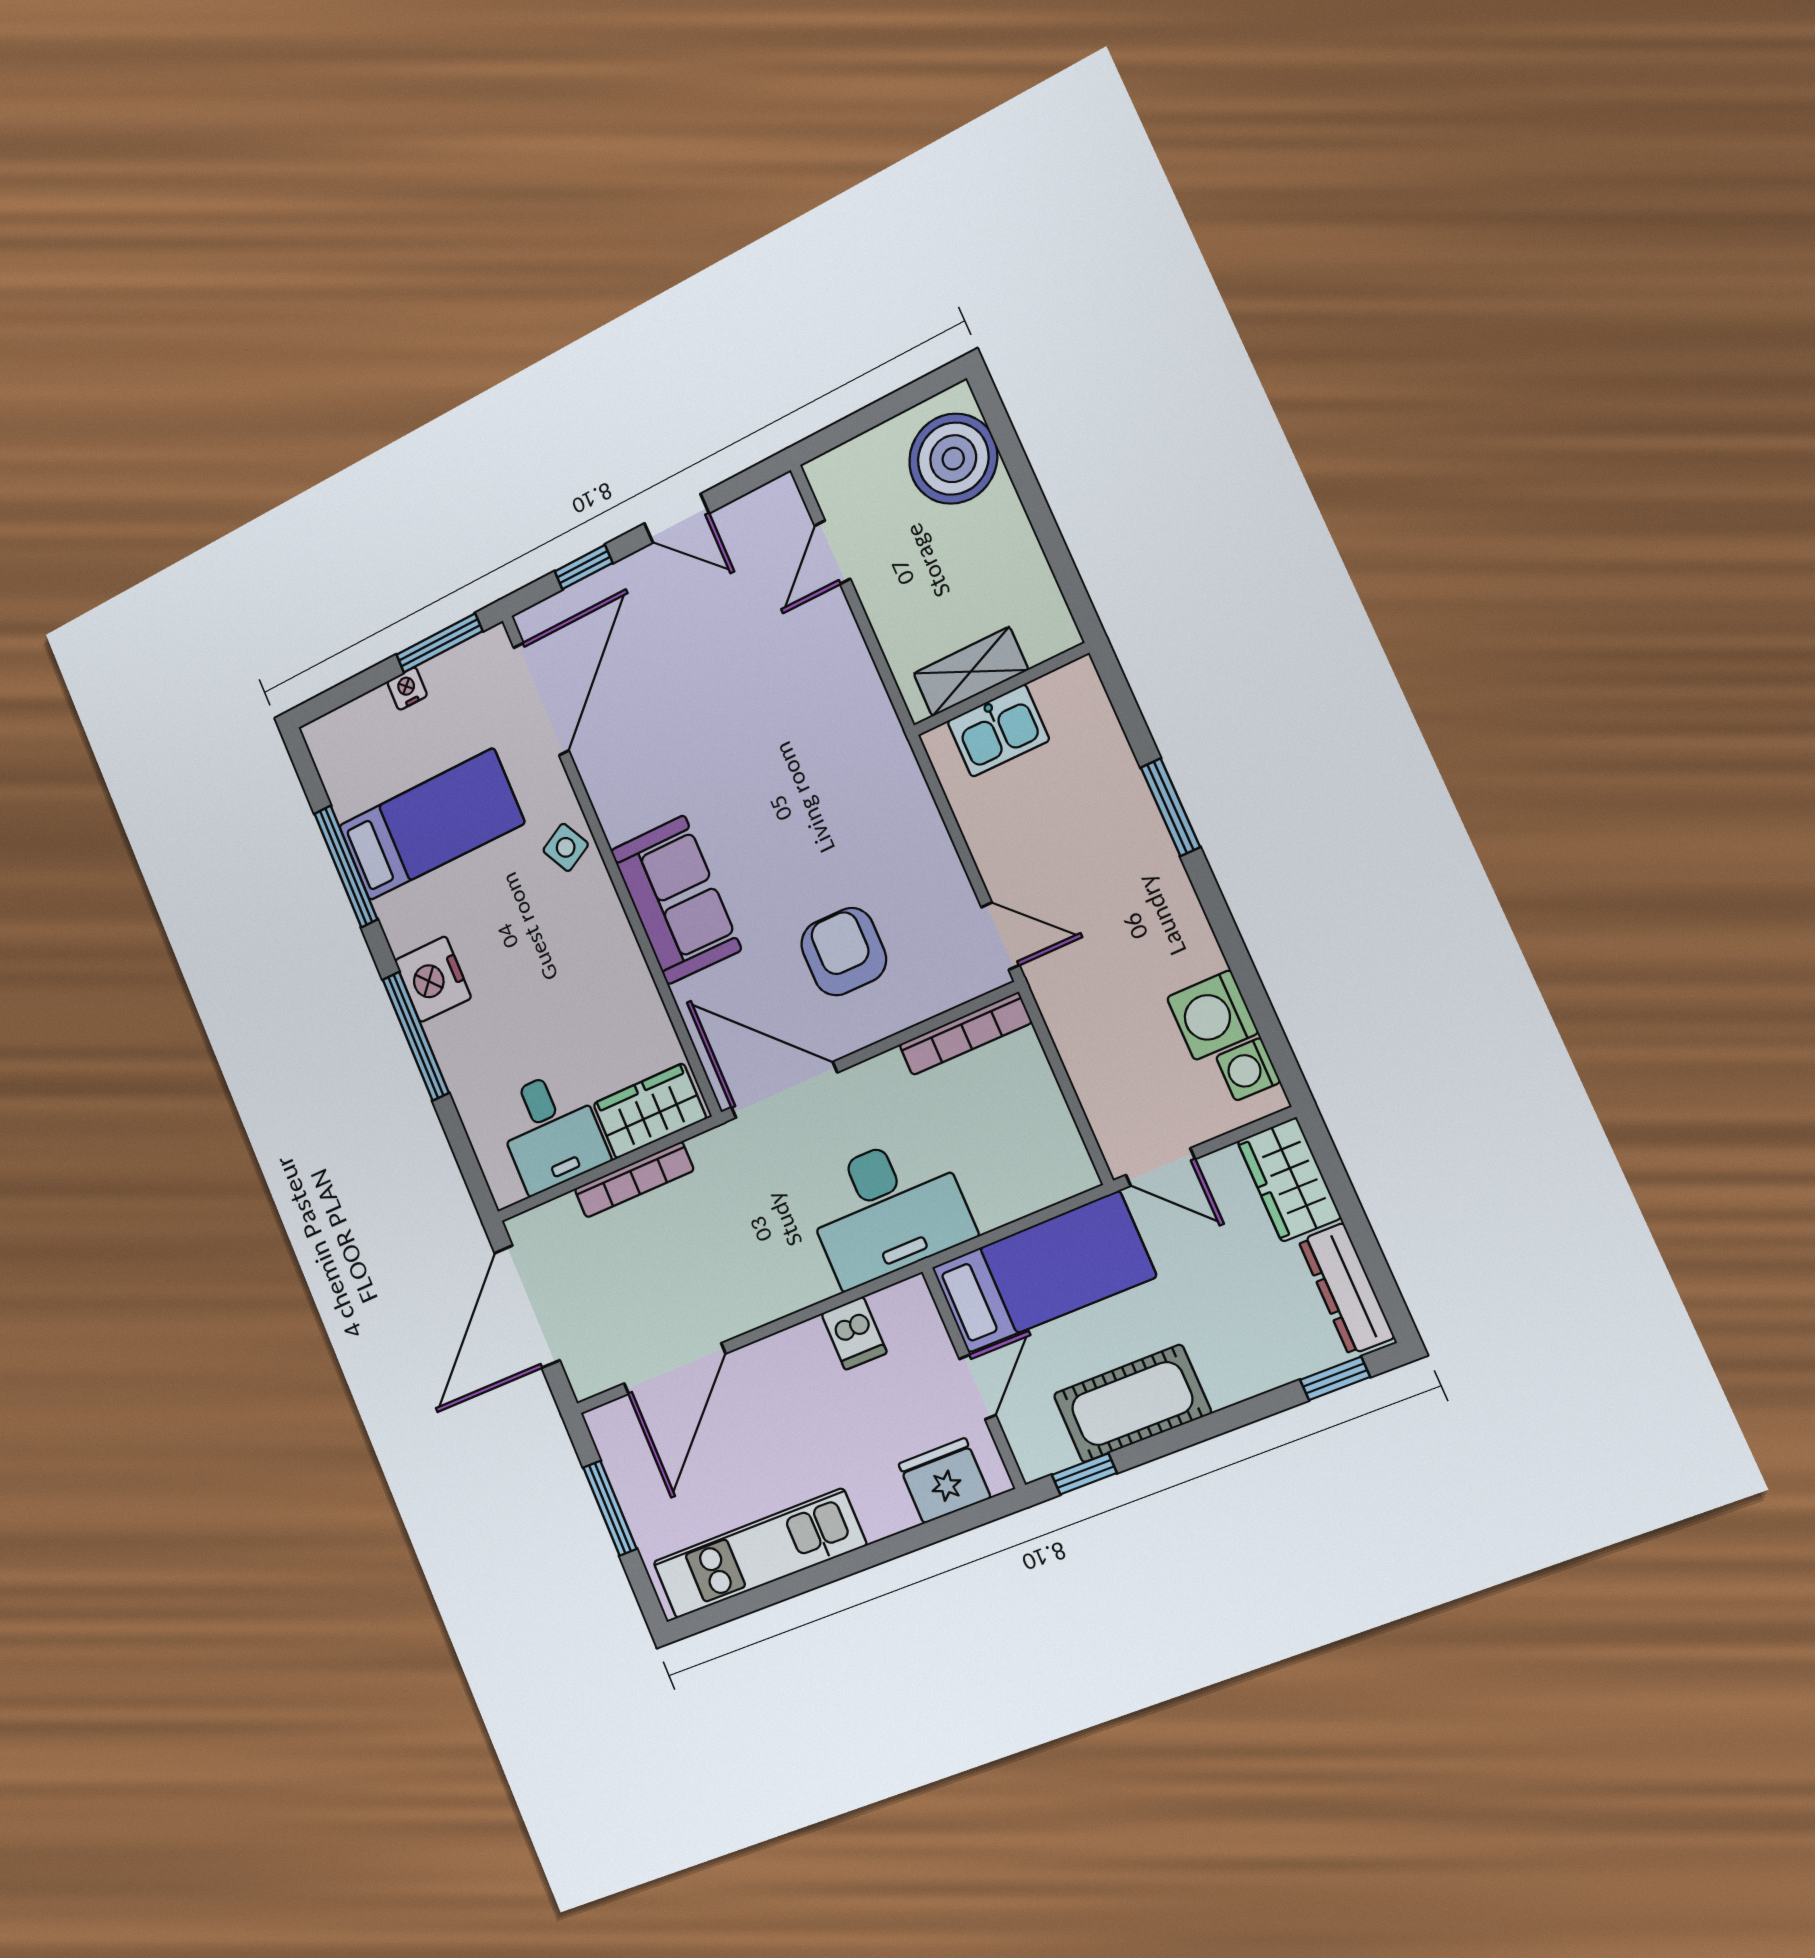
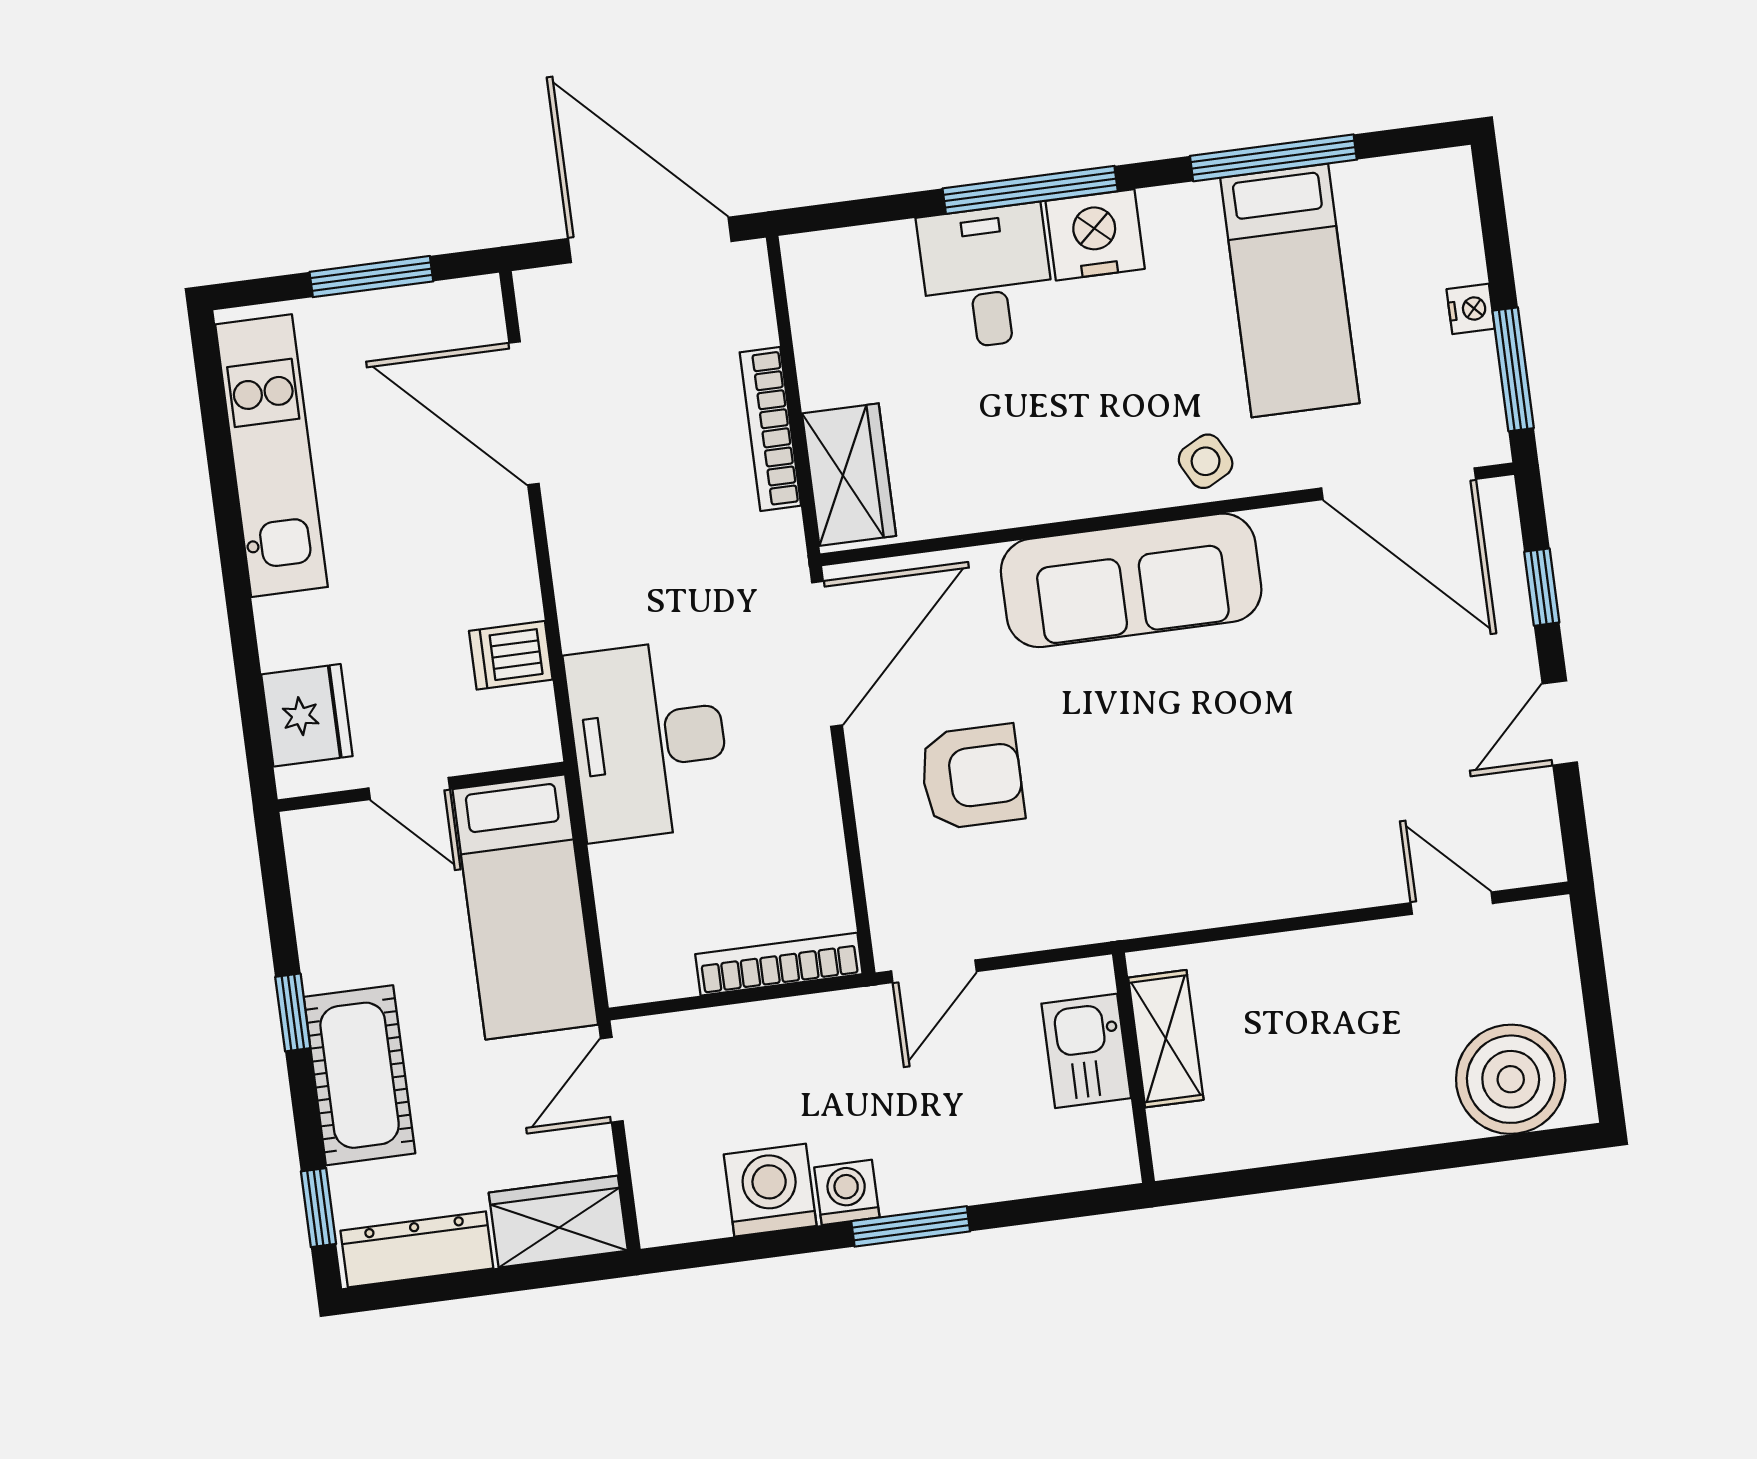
shelving: (971, 672) -> (1166, 1039), moved
wall: (1001, 689) -> (1133, 1068), moved
kitchen sink: (998, 731) -> (1086, 1051), moved
window: (1170, 807) -> (911, 1226), moved
sofa: (676, 900) -> (1131, 580), width x1.36
bookcase: (965, 1034) -> (779, 964), moved, turned 90
washing machine: (1248, 1069) -> (847, 1192), moved
desk: (551, 1131) -> (987, 277), moved, turned 90
cot: (1132, 1404) -> (360, 1075), moved
window: (1084, 1474) -> (293, 1012), moved

